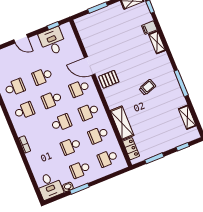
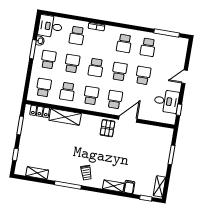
trolley: (147, 87) -> (86, 173), moved
school desk: (98, 135) -> (67, 92), turned 180
school desk: (43, 157) -> (77, 35), added

